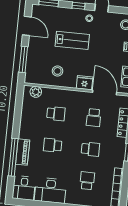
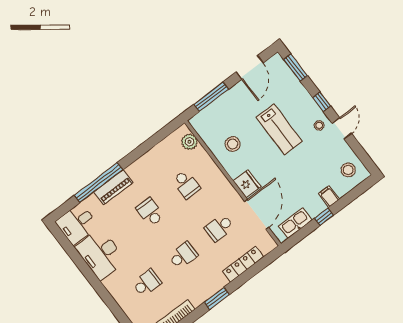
school desk: (90, 149) -> (183, 255), turned -90

